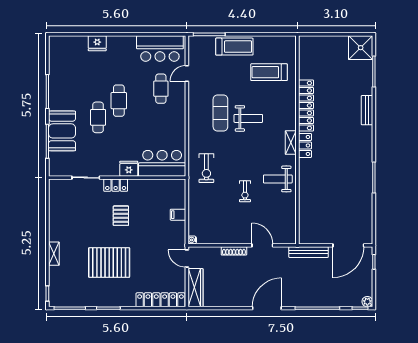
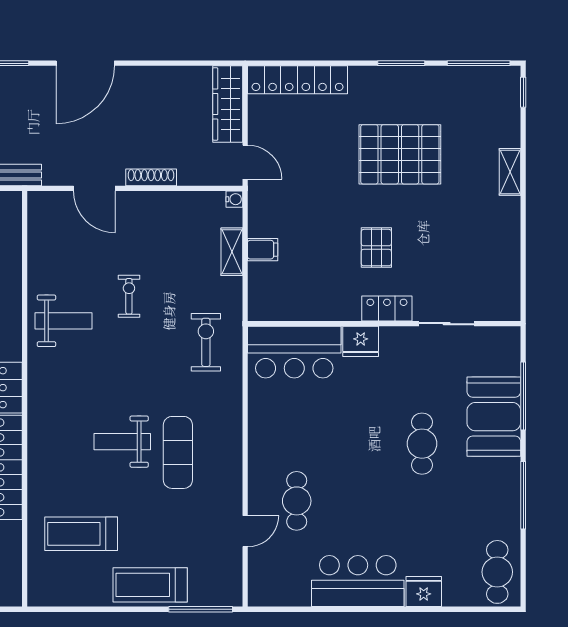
bar counter: (160, 48) -> (358, 581), moved
treadmill: (269, 72) -> (81, 534), turned 180
cafe table: (119, 101) -> (497, 572), moved
shelving: (291, 143) -> (232, 252), moved

